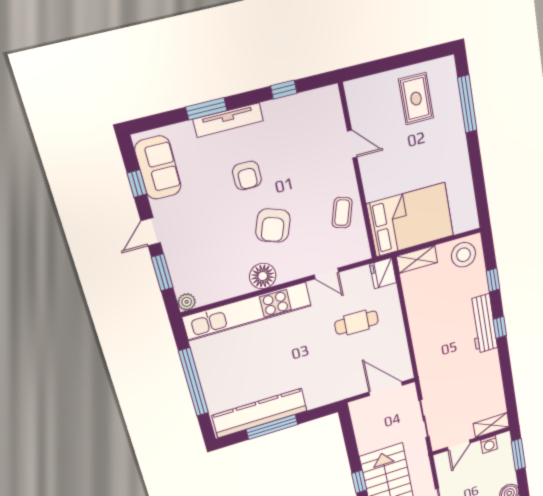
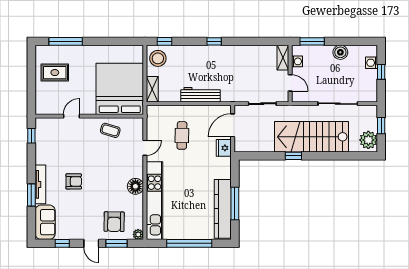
window: (284, 90) -> (31, 136), moved
sofa: (158, 168) -> (45, 222), moved, turned 90
bed: (410, 220) -> (120, 89), width x1.36
armchair: (273, 225) -> (114, 222), moved, turned 72
fridge: (383, 273) -> (224, 148), moved, turned 90
window: (493, 280) -> (164, 41), moved
workbench: (483, 324) -> (201, 95), moved, turned 180

